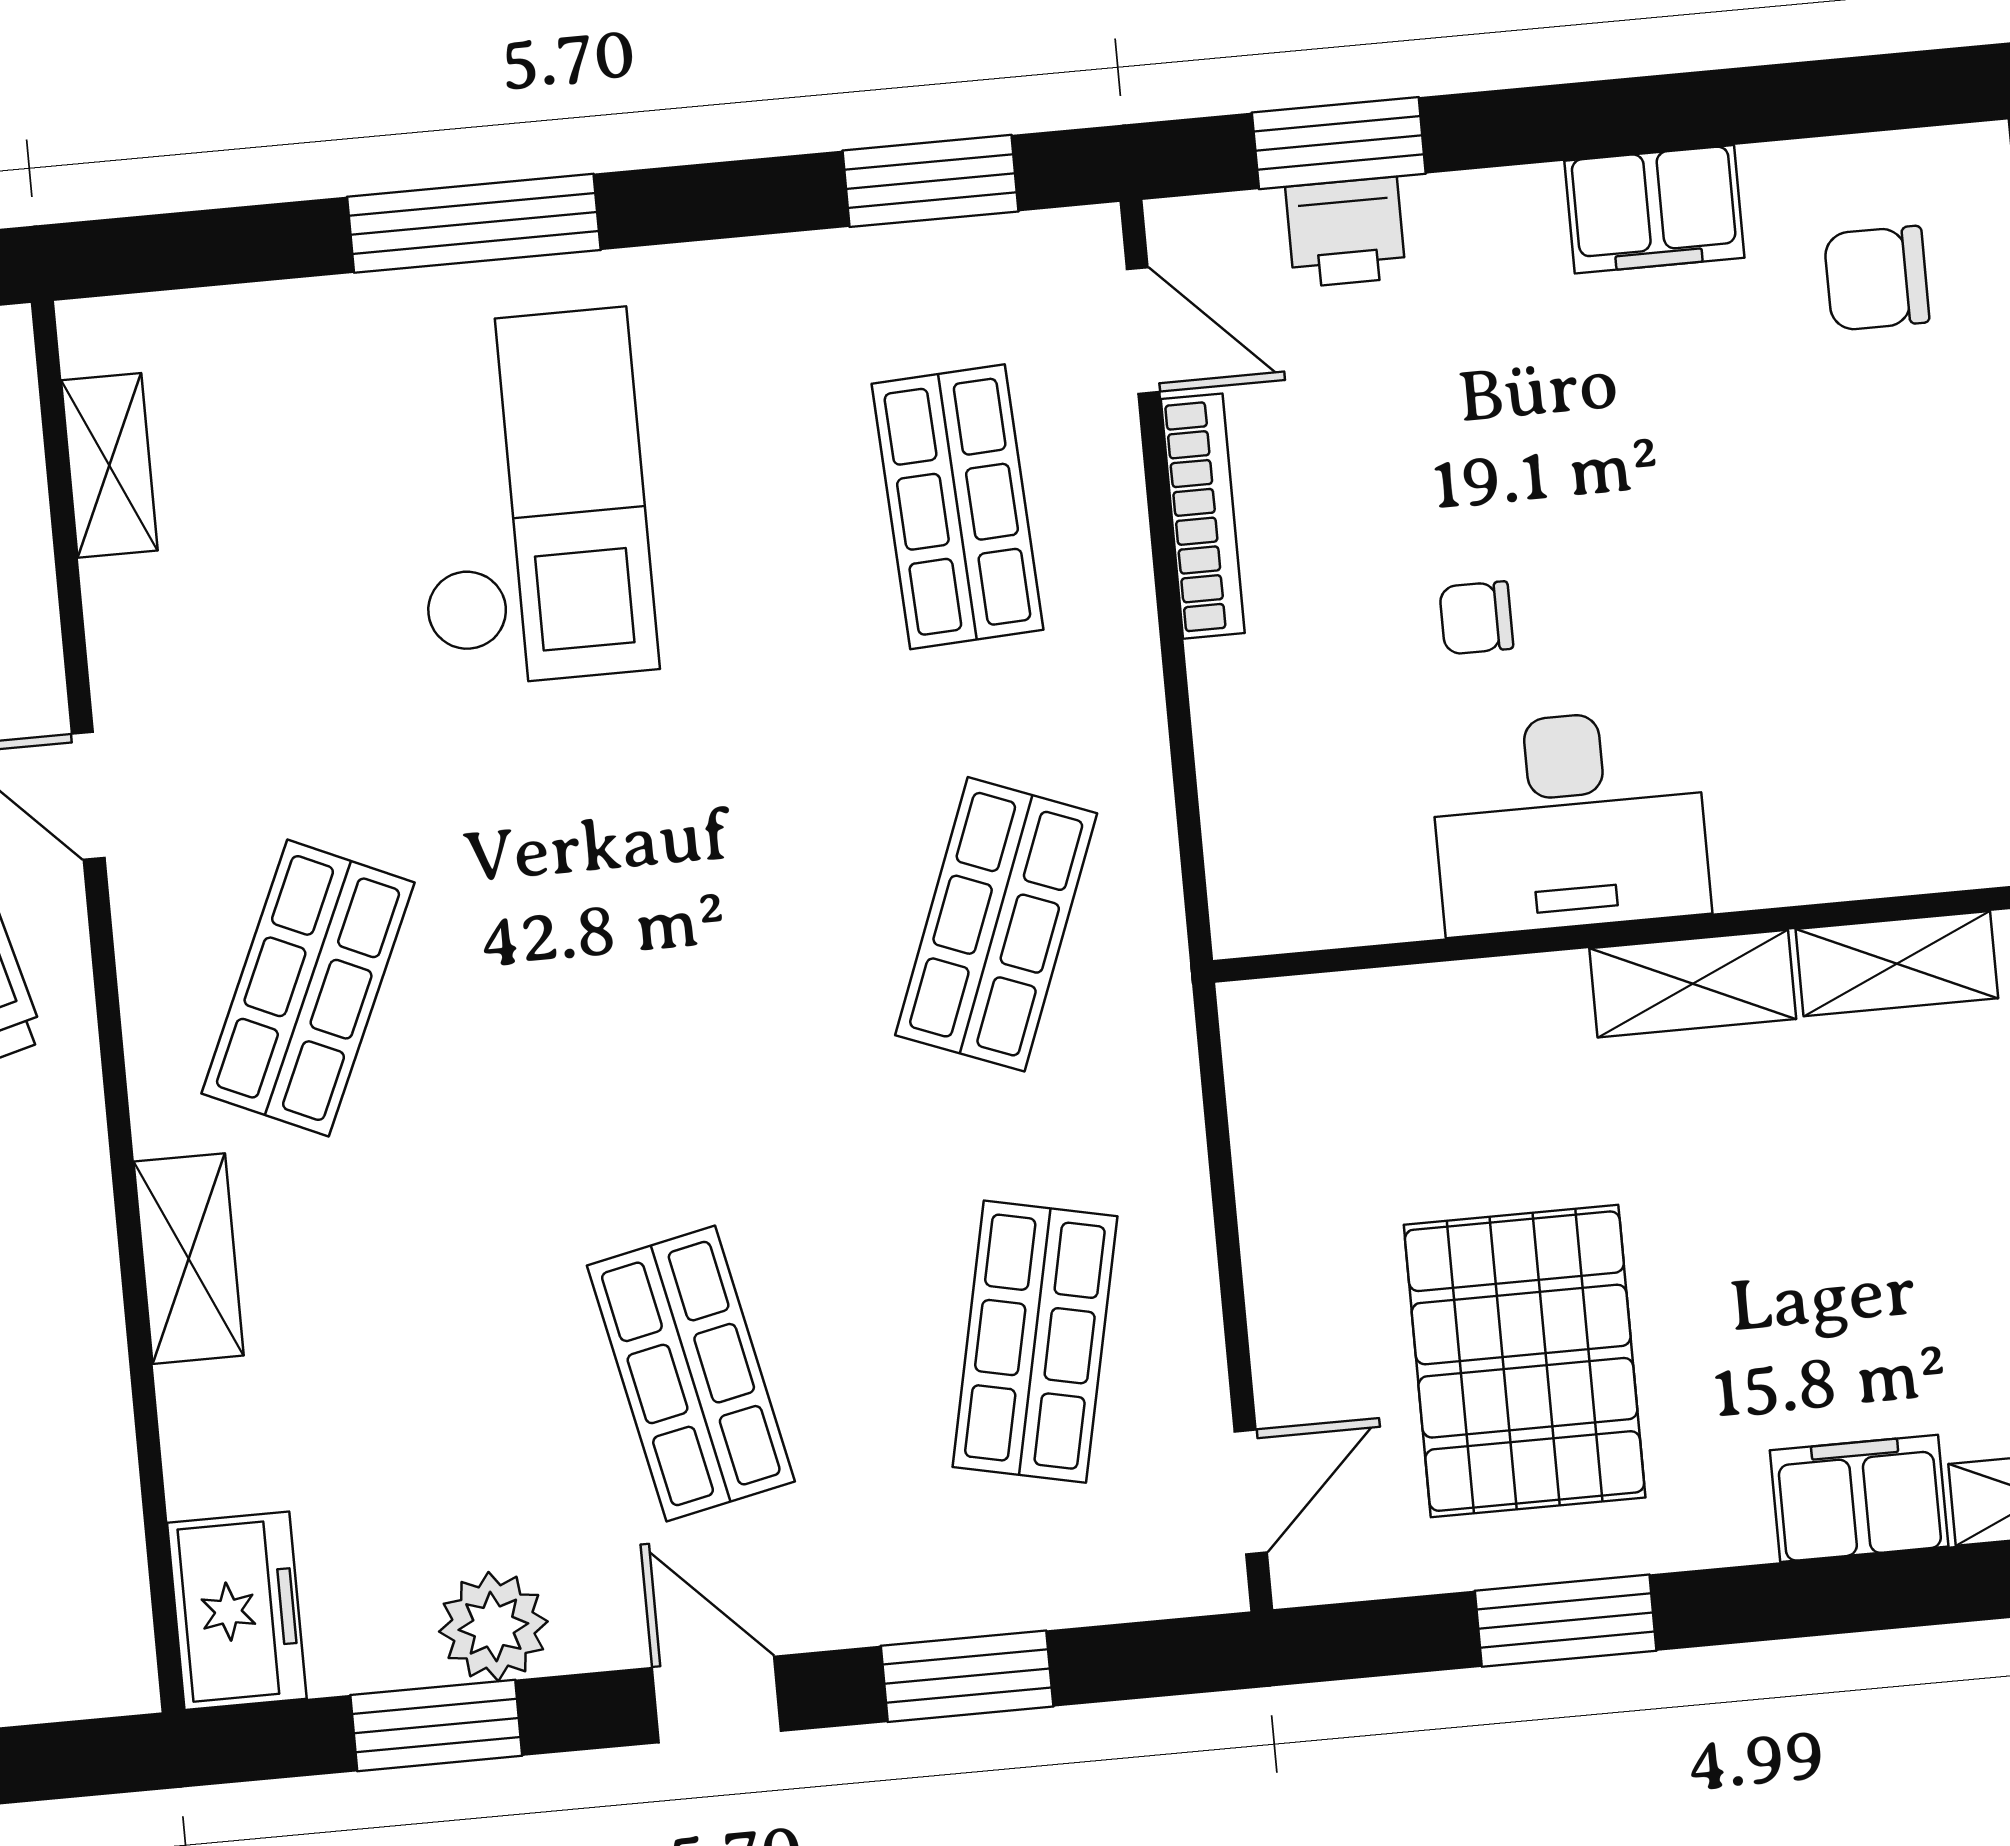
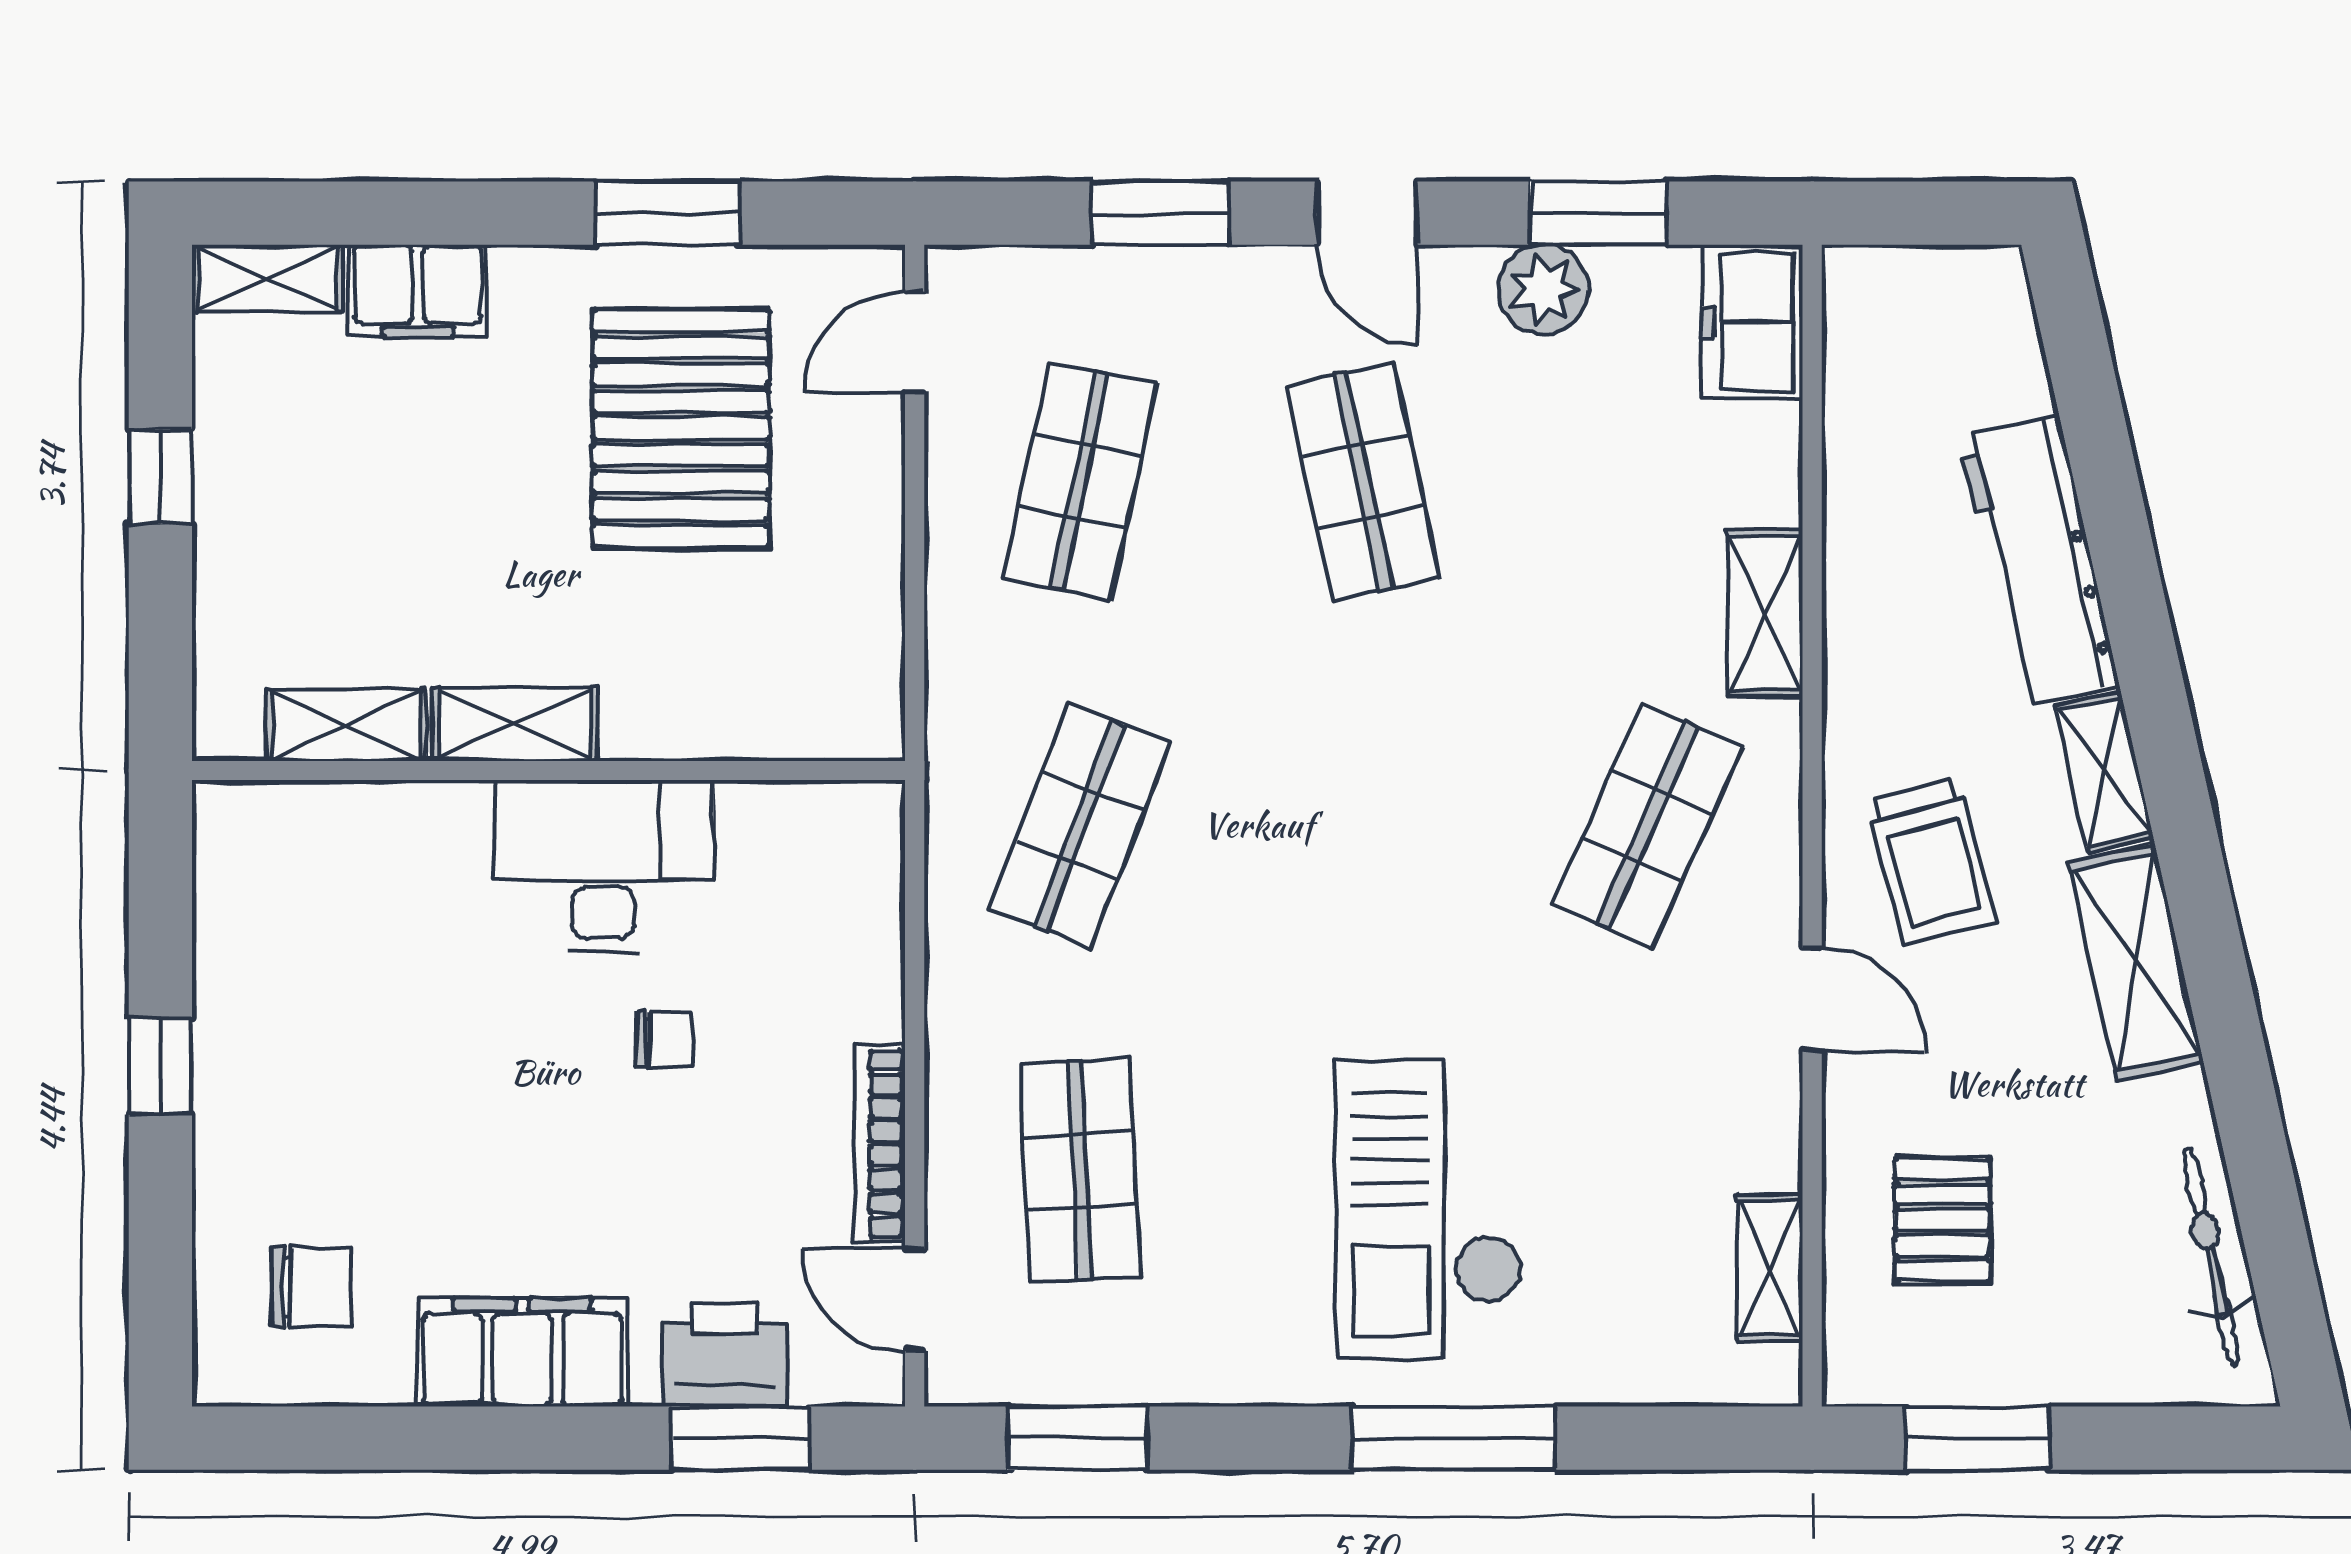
filing cabinet: (1654, 209) -> (522, 1352), width x1.50, depth x1.17
printer: (1346, 232) -> (725, 1355), width x1.36, depth x1.24

